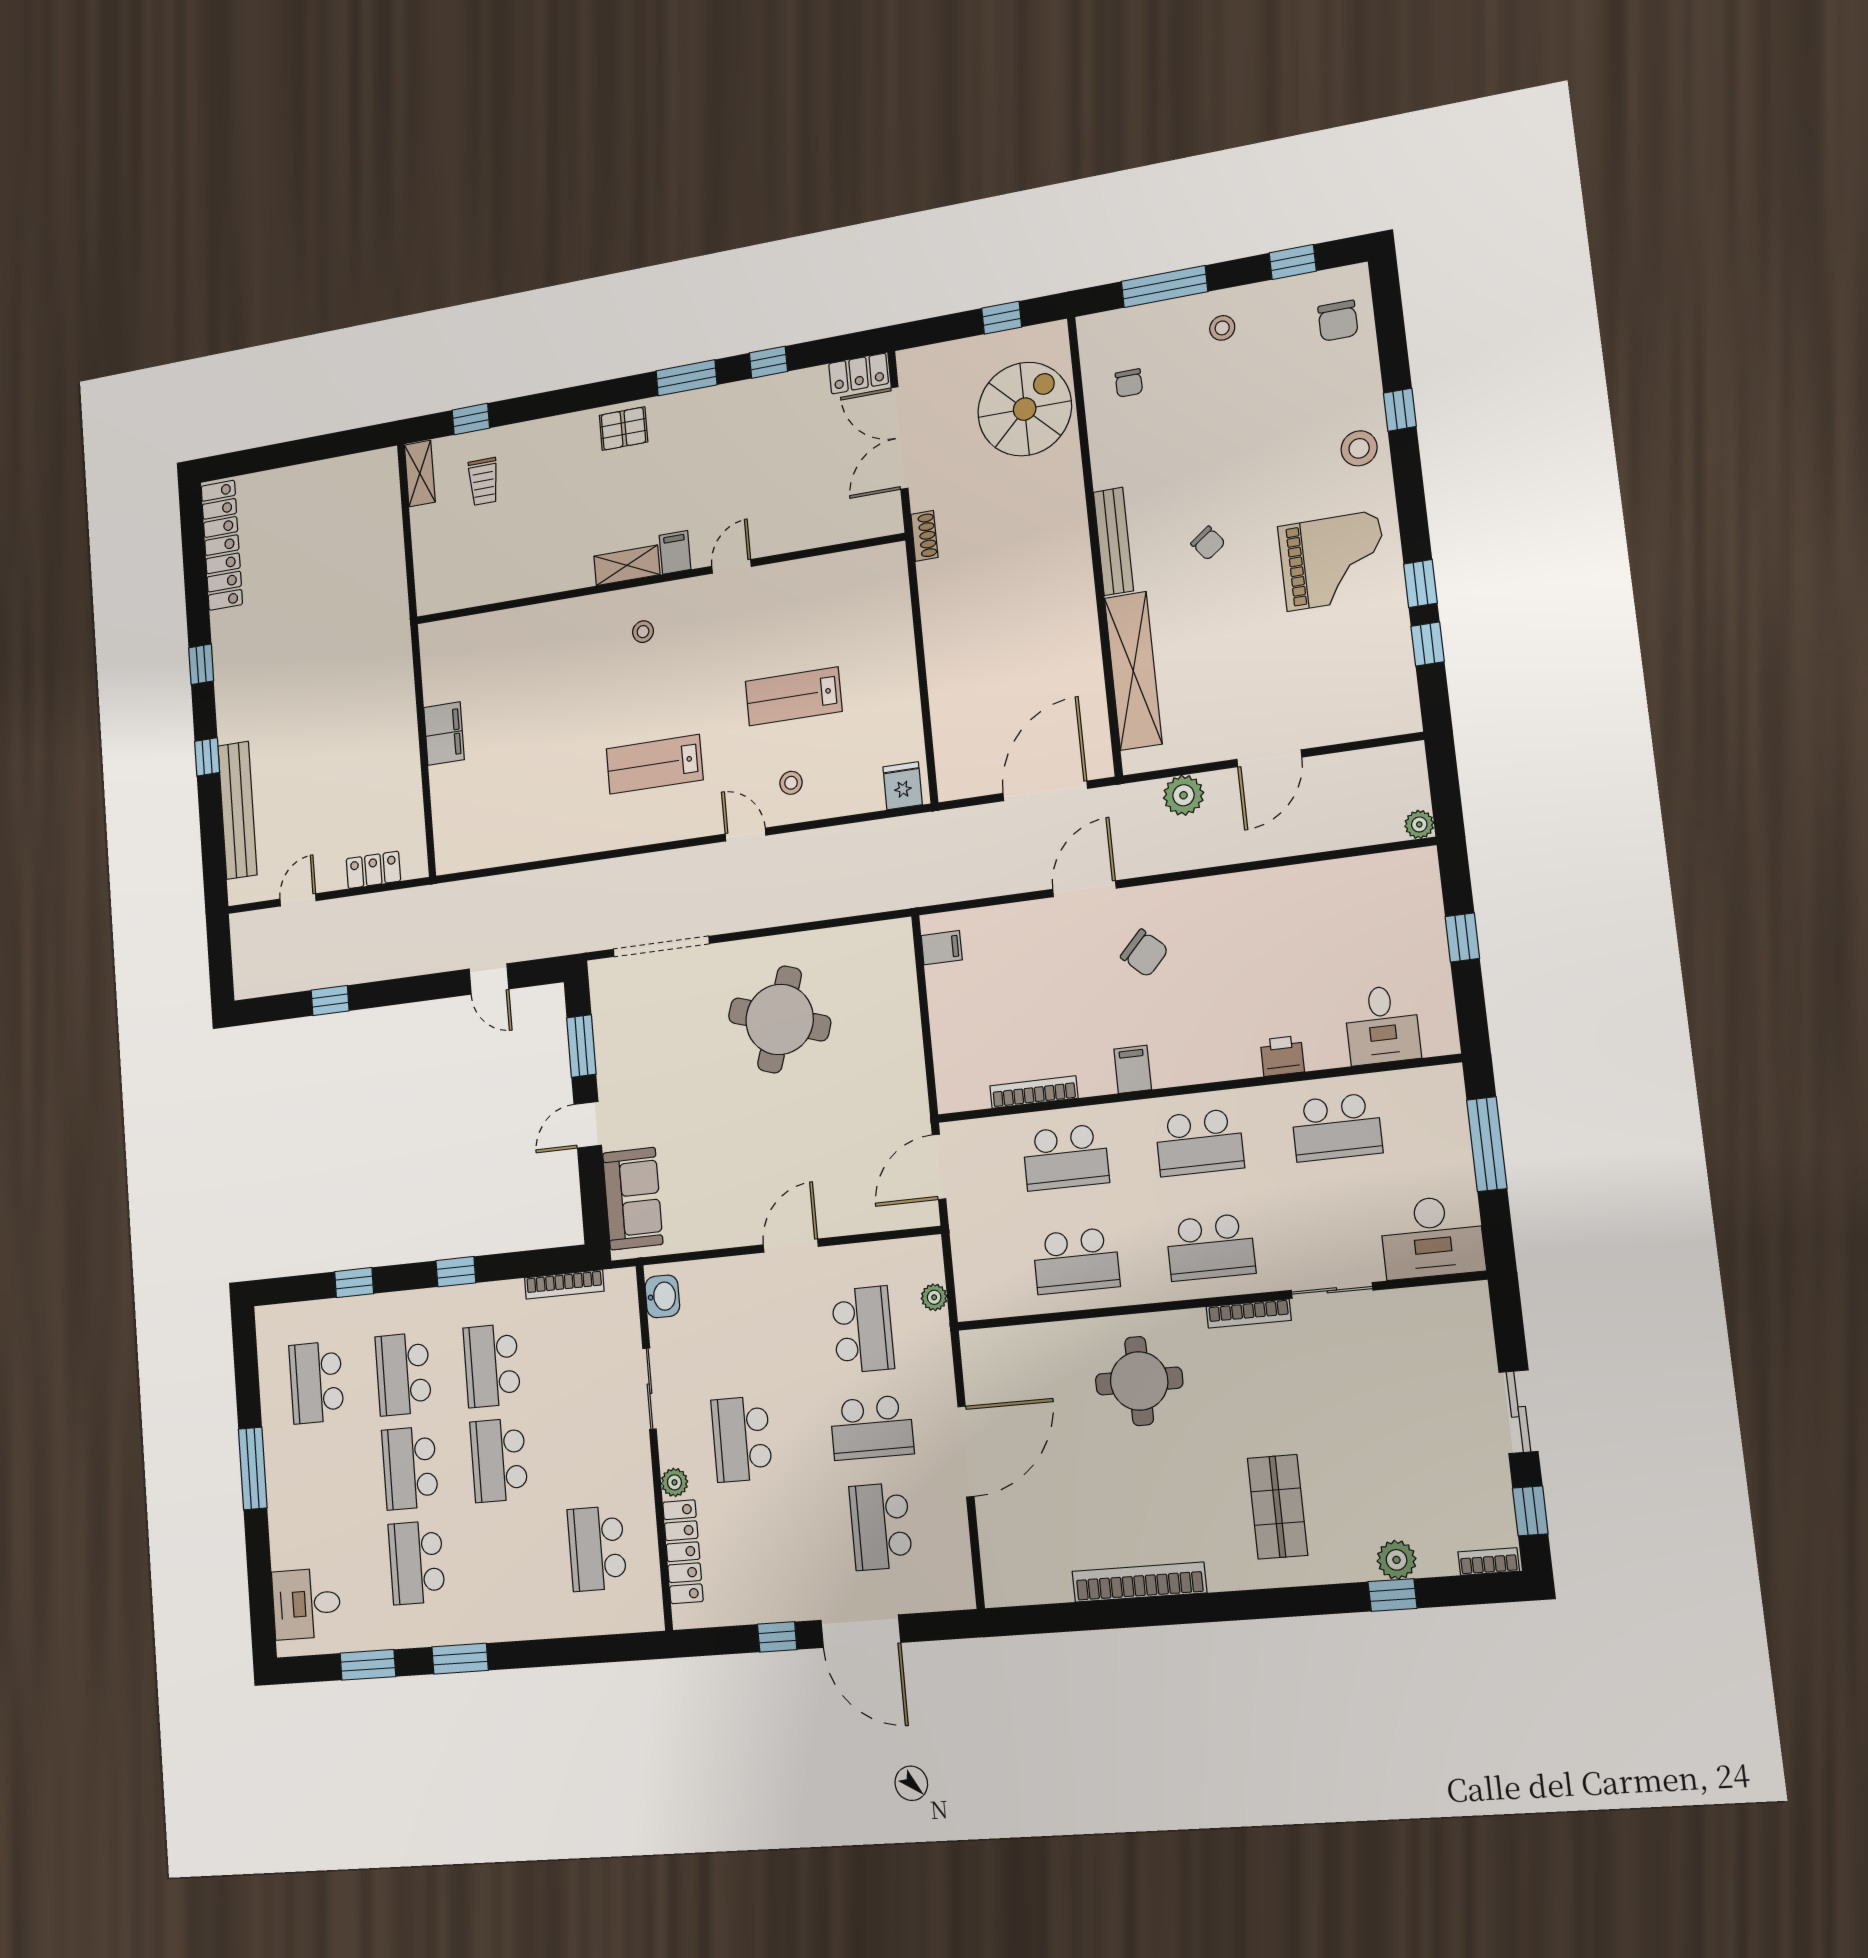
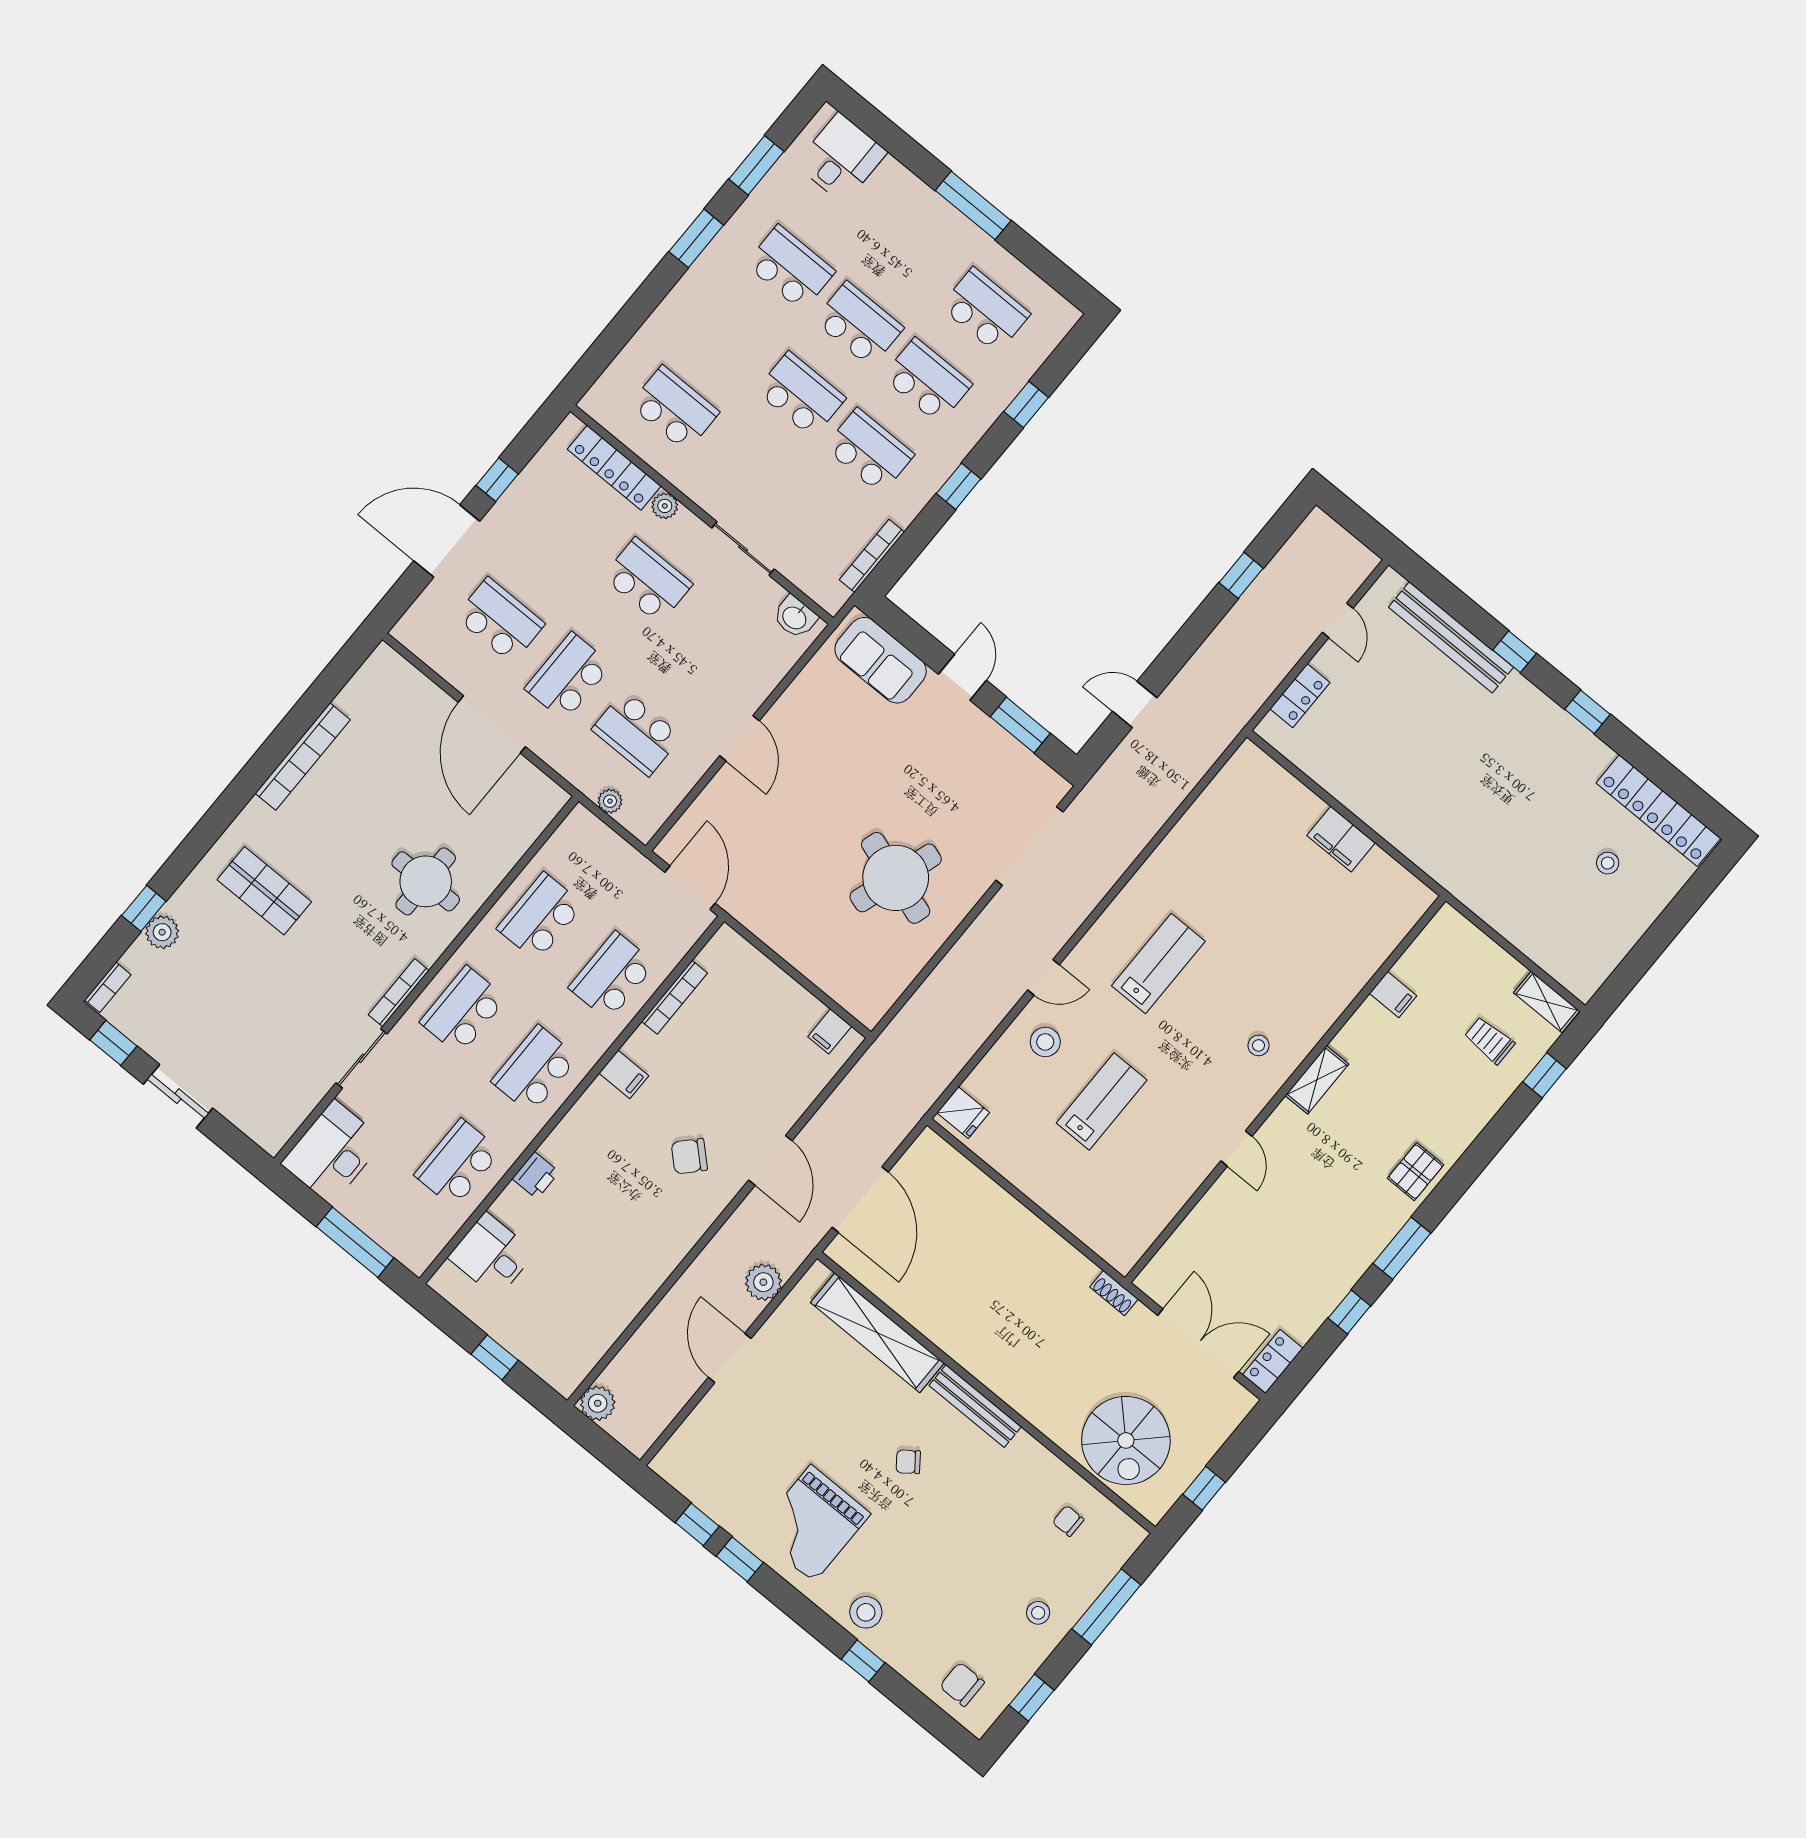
stool: (288, 539) -> (1608, 863), added
filing cabinet: (675, 552) -> (1393, 995), moved
stool: (791, 783) -> (1045, 1042), width x1.37, depth x1.37
plant: (1419, 824) -> (598, 1403), width x1.38, depth x1.38

